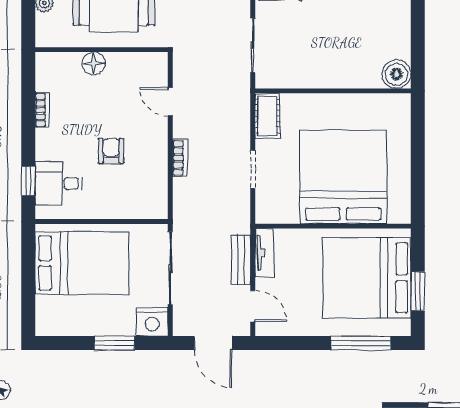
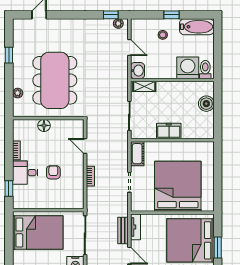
freezer: (327, 74) -> (169, 131), added
boiler: (396, 74) -> (206, 104), moved
desk: (59, 184) -> (25, 173), moved

